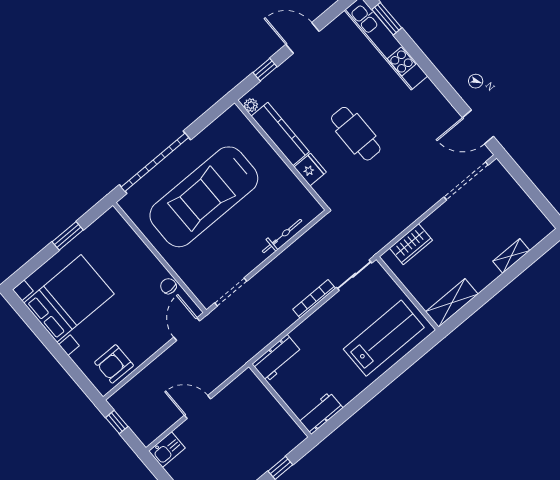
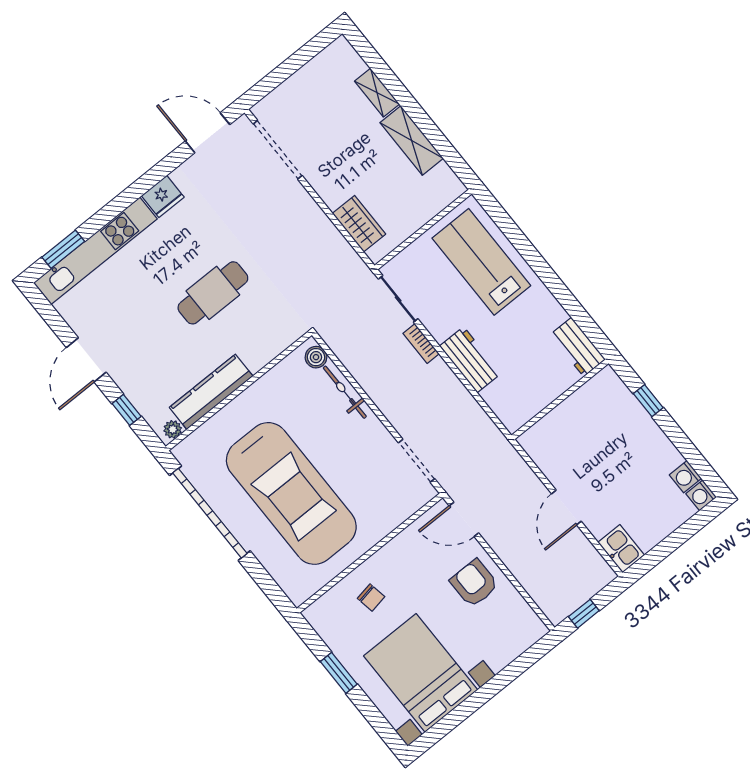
door: (478, 127) -> (208, 133), swing flipped
garage door: (155, 162) -> (210, 513), moved
fridge: (310, 170) -> (163, 196), moved, turned 180
boiler: (308, 213) -> (316, 357), added
chair: (168, 286) -> (371, 598), moved, turned -100
bookcase: (314, 299) -> (421, 344), width x0.64
shelving: (452, 303) -> (412, 140), moved
workbench: (277, 358) -> (470, 360), moved
armchair: (114, 364) -> (474, 583), moved, turned 180

